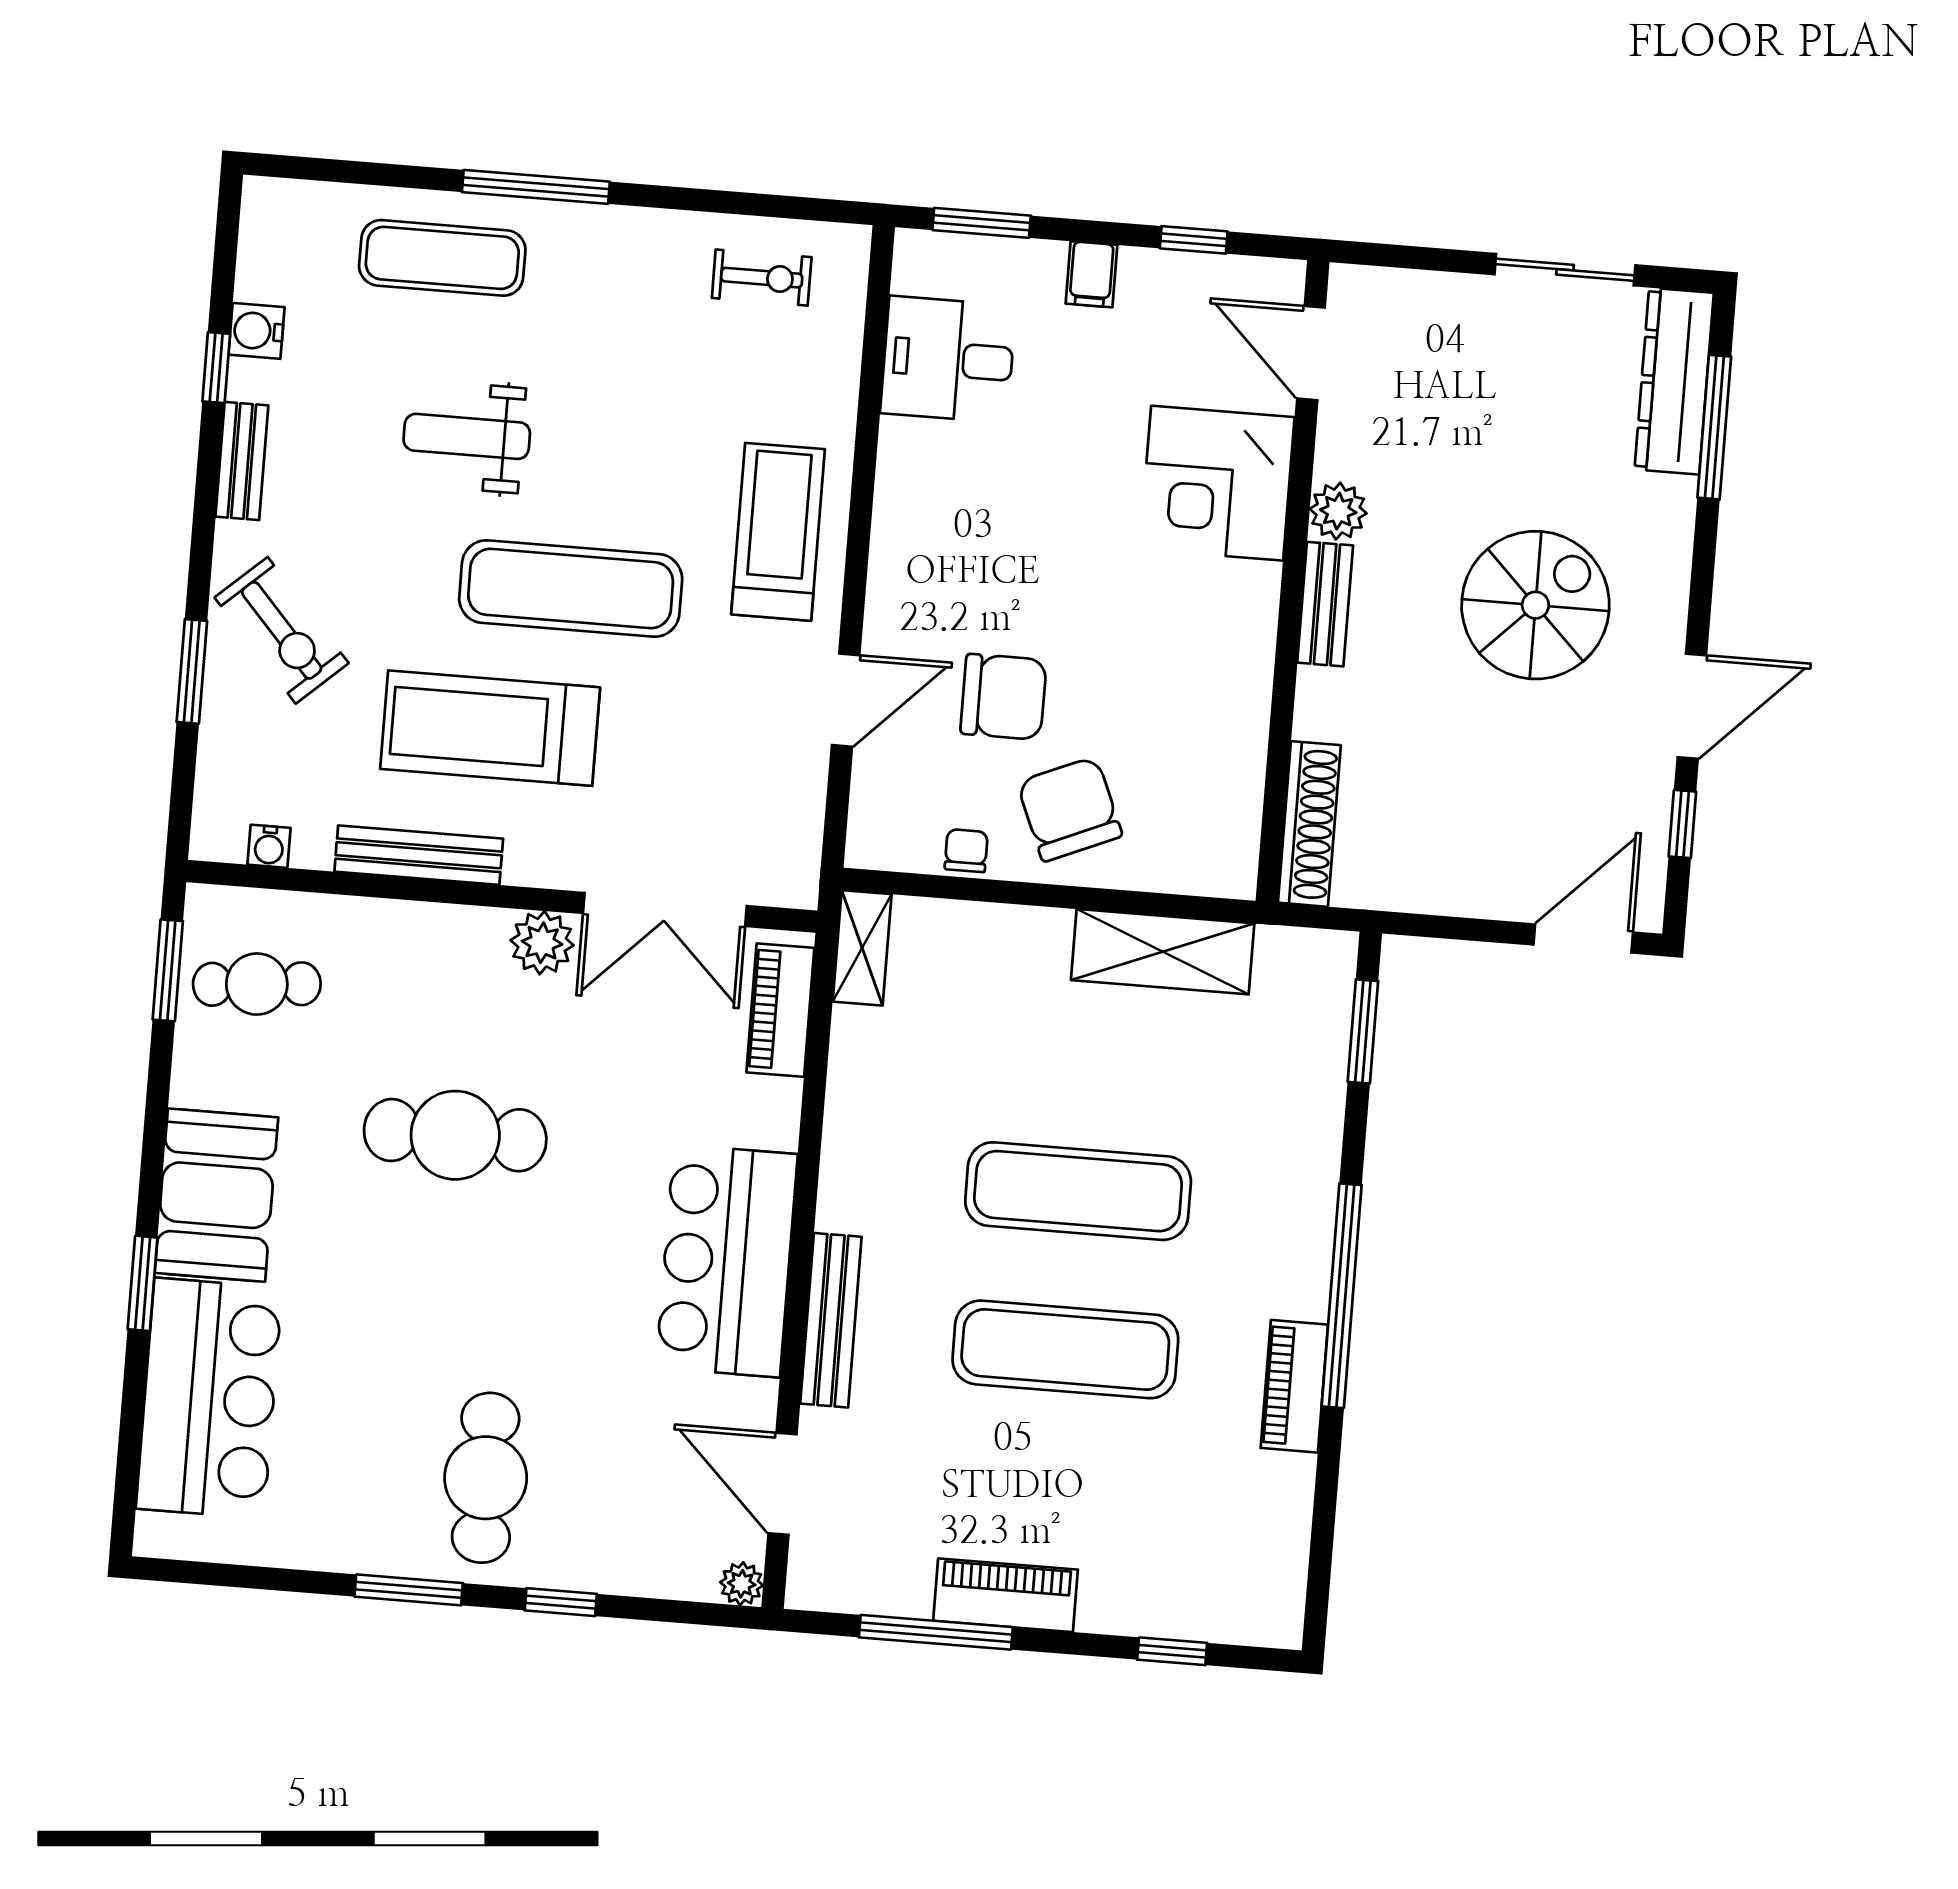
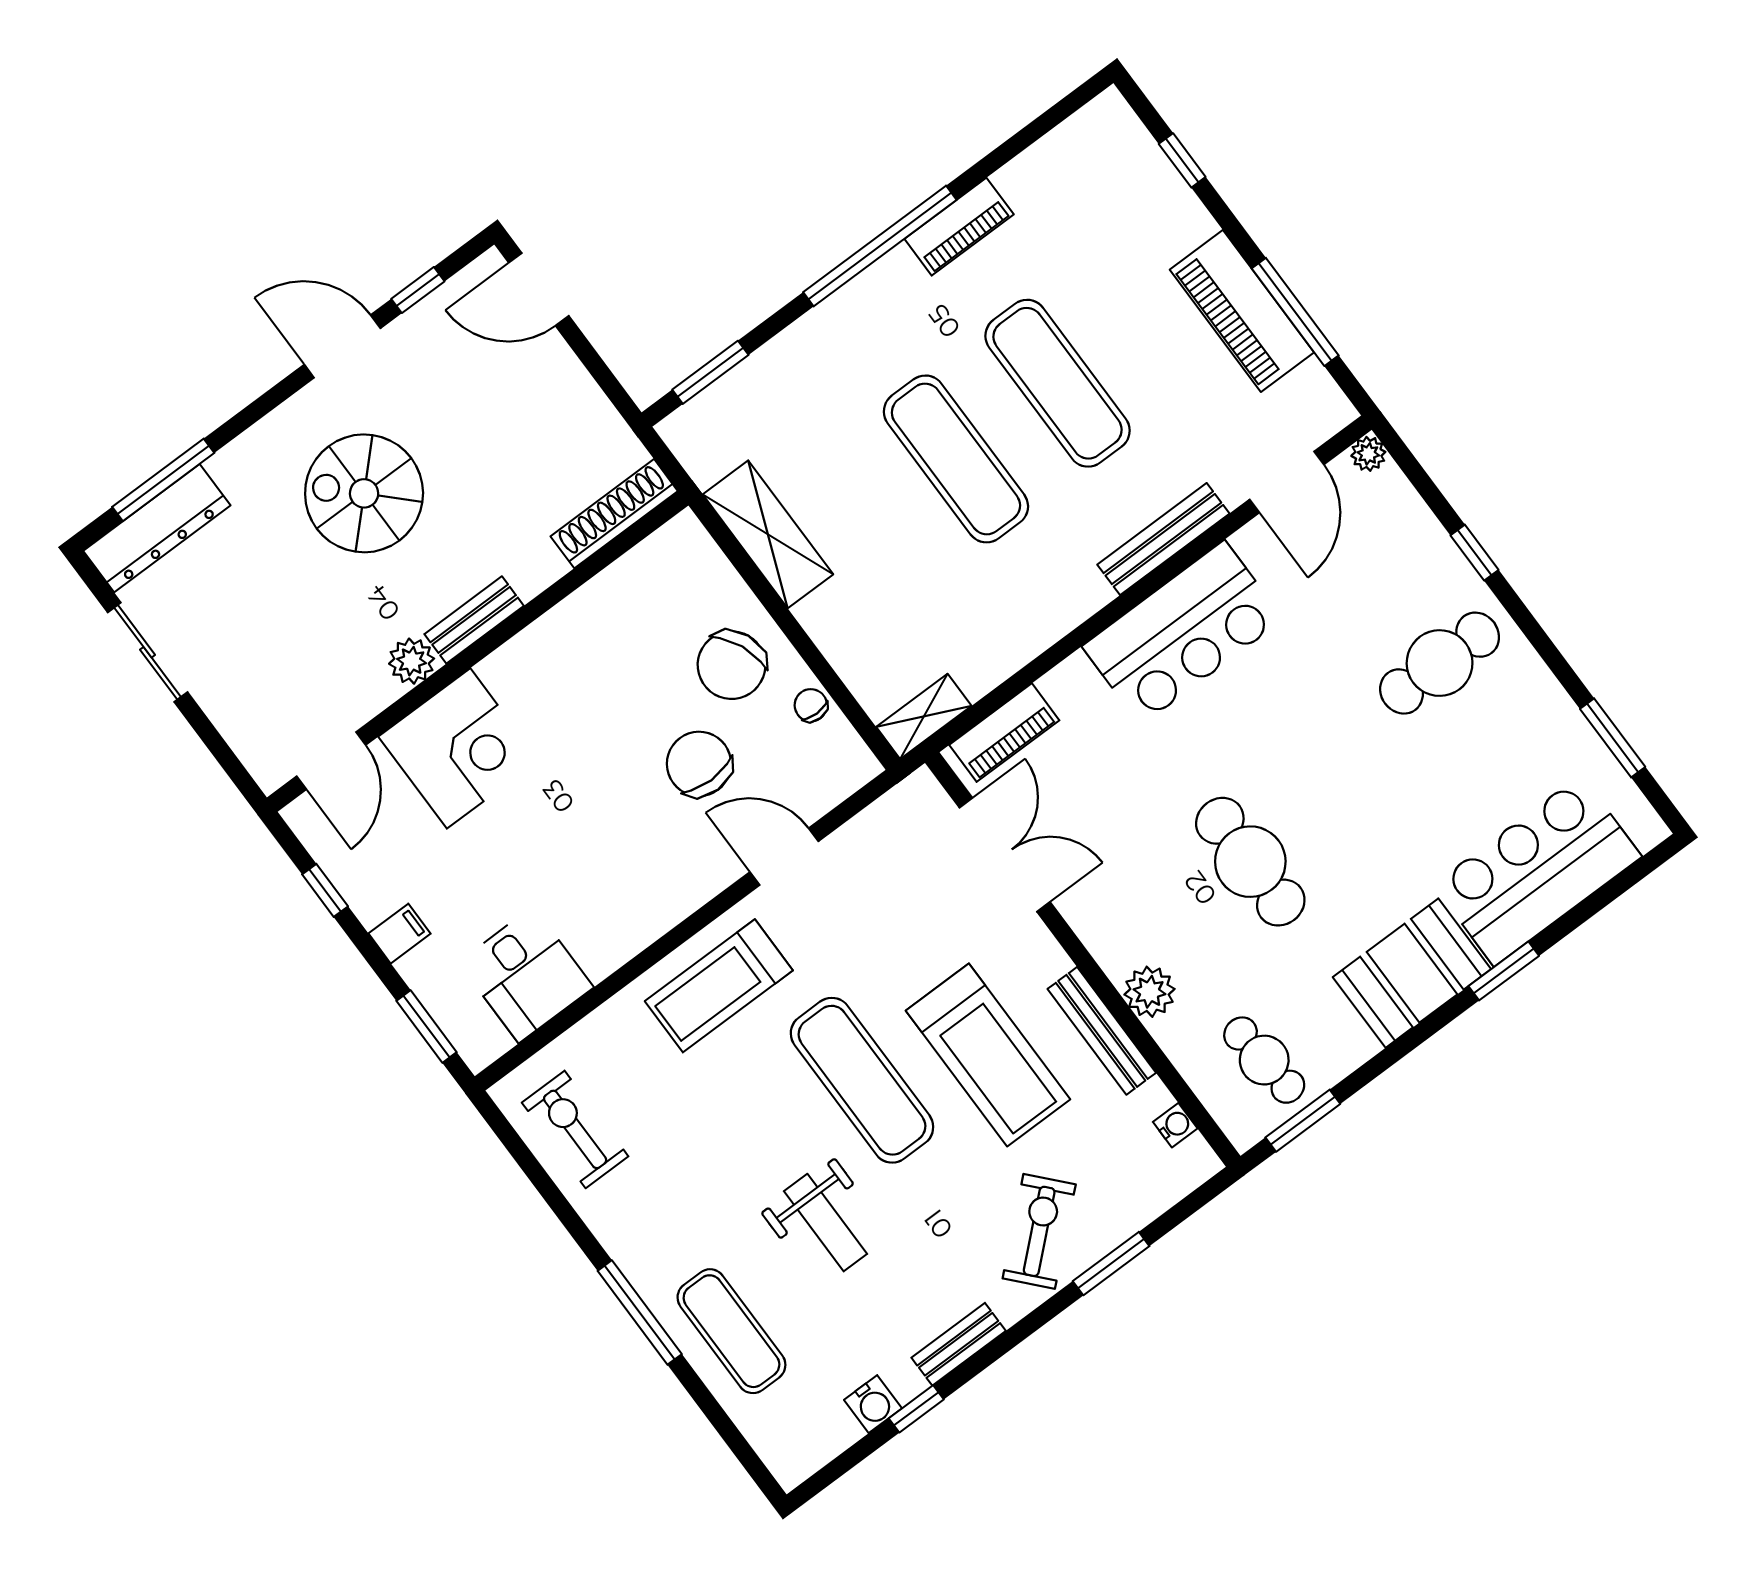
exercise bike: (762, 278) -> (575, 1129), width x1.38, depth x1.39
chair: (966, 851) -> (811, 705), turned 90
plant: (542, 943) -> (1150, 992), moved
window: (409, 1590) -> (1613, 738), moved
piano: (1006, 1595) -> (1242, 311), width x1.37, depth x1.33

